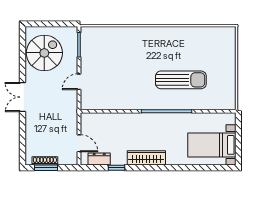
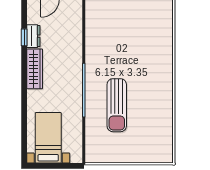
dresser: (99, 159) -> (33, 36), moved

